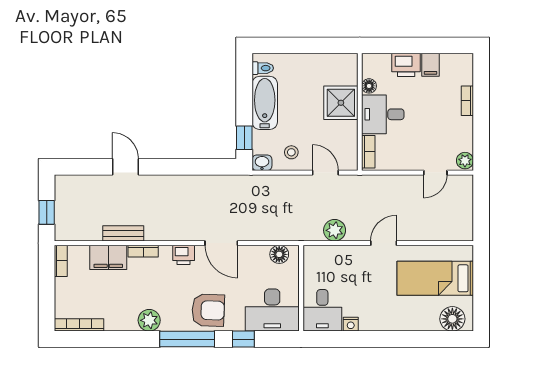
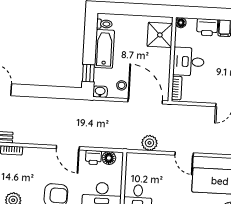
floor lamp: (369, 86) -> (181, 23), moved
shower: (341, 103) -> (160, 35), moved
door: (325, 173) -> (145, 101), width x1.87
door: (384, 243) -> (184, 154), swing flipped
printer: (184, 255) -> (93, 157), moved

